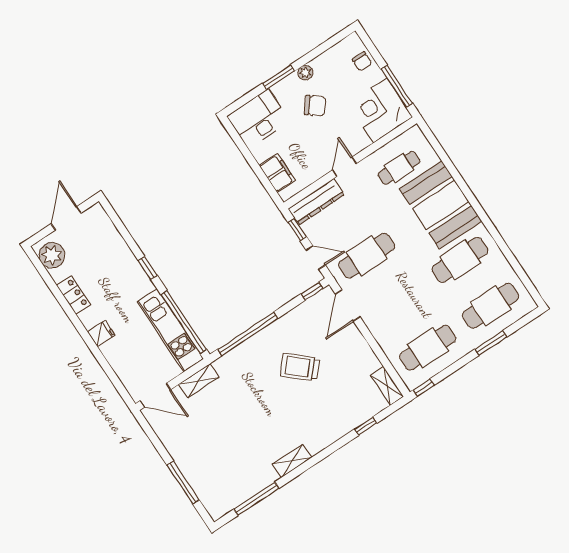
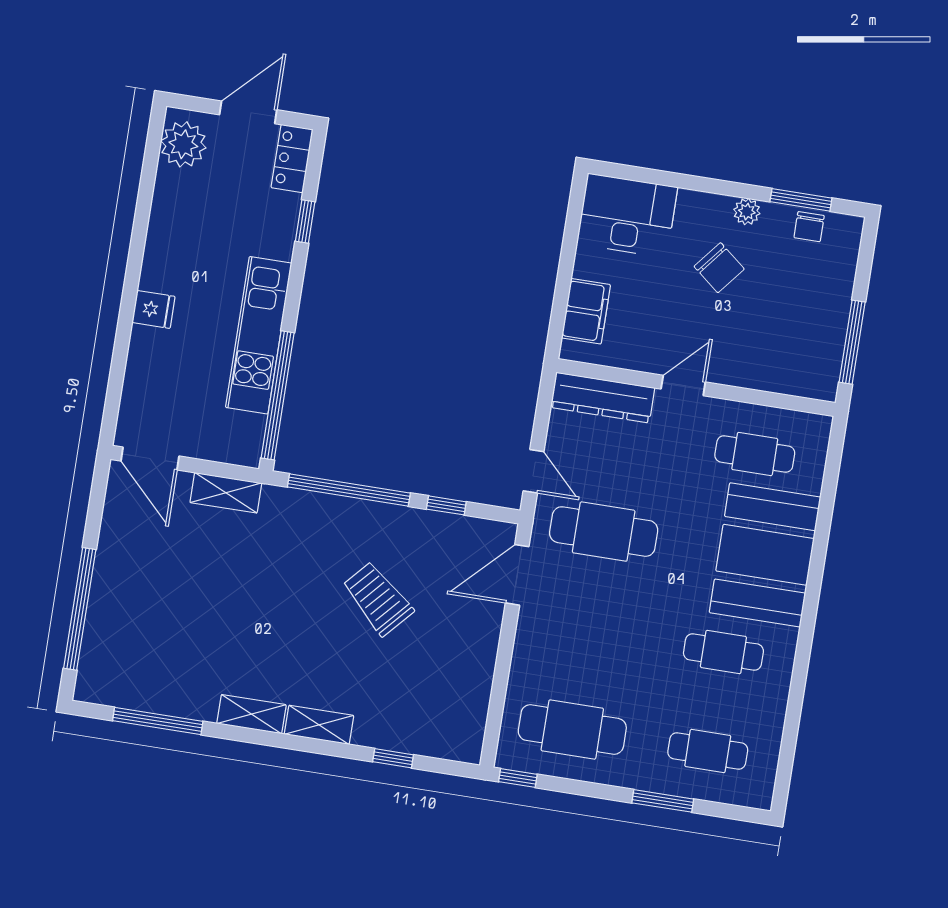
chair: (362, 61) -> (809, 227), moved
window: (278, 77) -> (801, 200), moved
corner desk: (380, 110) -> (800, 354), removed
window: (297, 230) -> (543, 412), removed
cafe table: (460, 260) -> (723, 652), width x0.73, depth x0.74
window: (148, 268) -> (305, 222), moved
window: (312, 291) -> (446, 505), moved
locker: (74, 295) -> (292, 159), moved, turned 180
cafe table: (491, 306) -> (708, 751), width x0.73, depth x0.74
kitchen unit: (170, 330) -> (259, 335), moved
shelving: (387, 386) -> (319, 725), moved, turned 90
window: (183, 482) -> (80, 609), width x1.46

